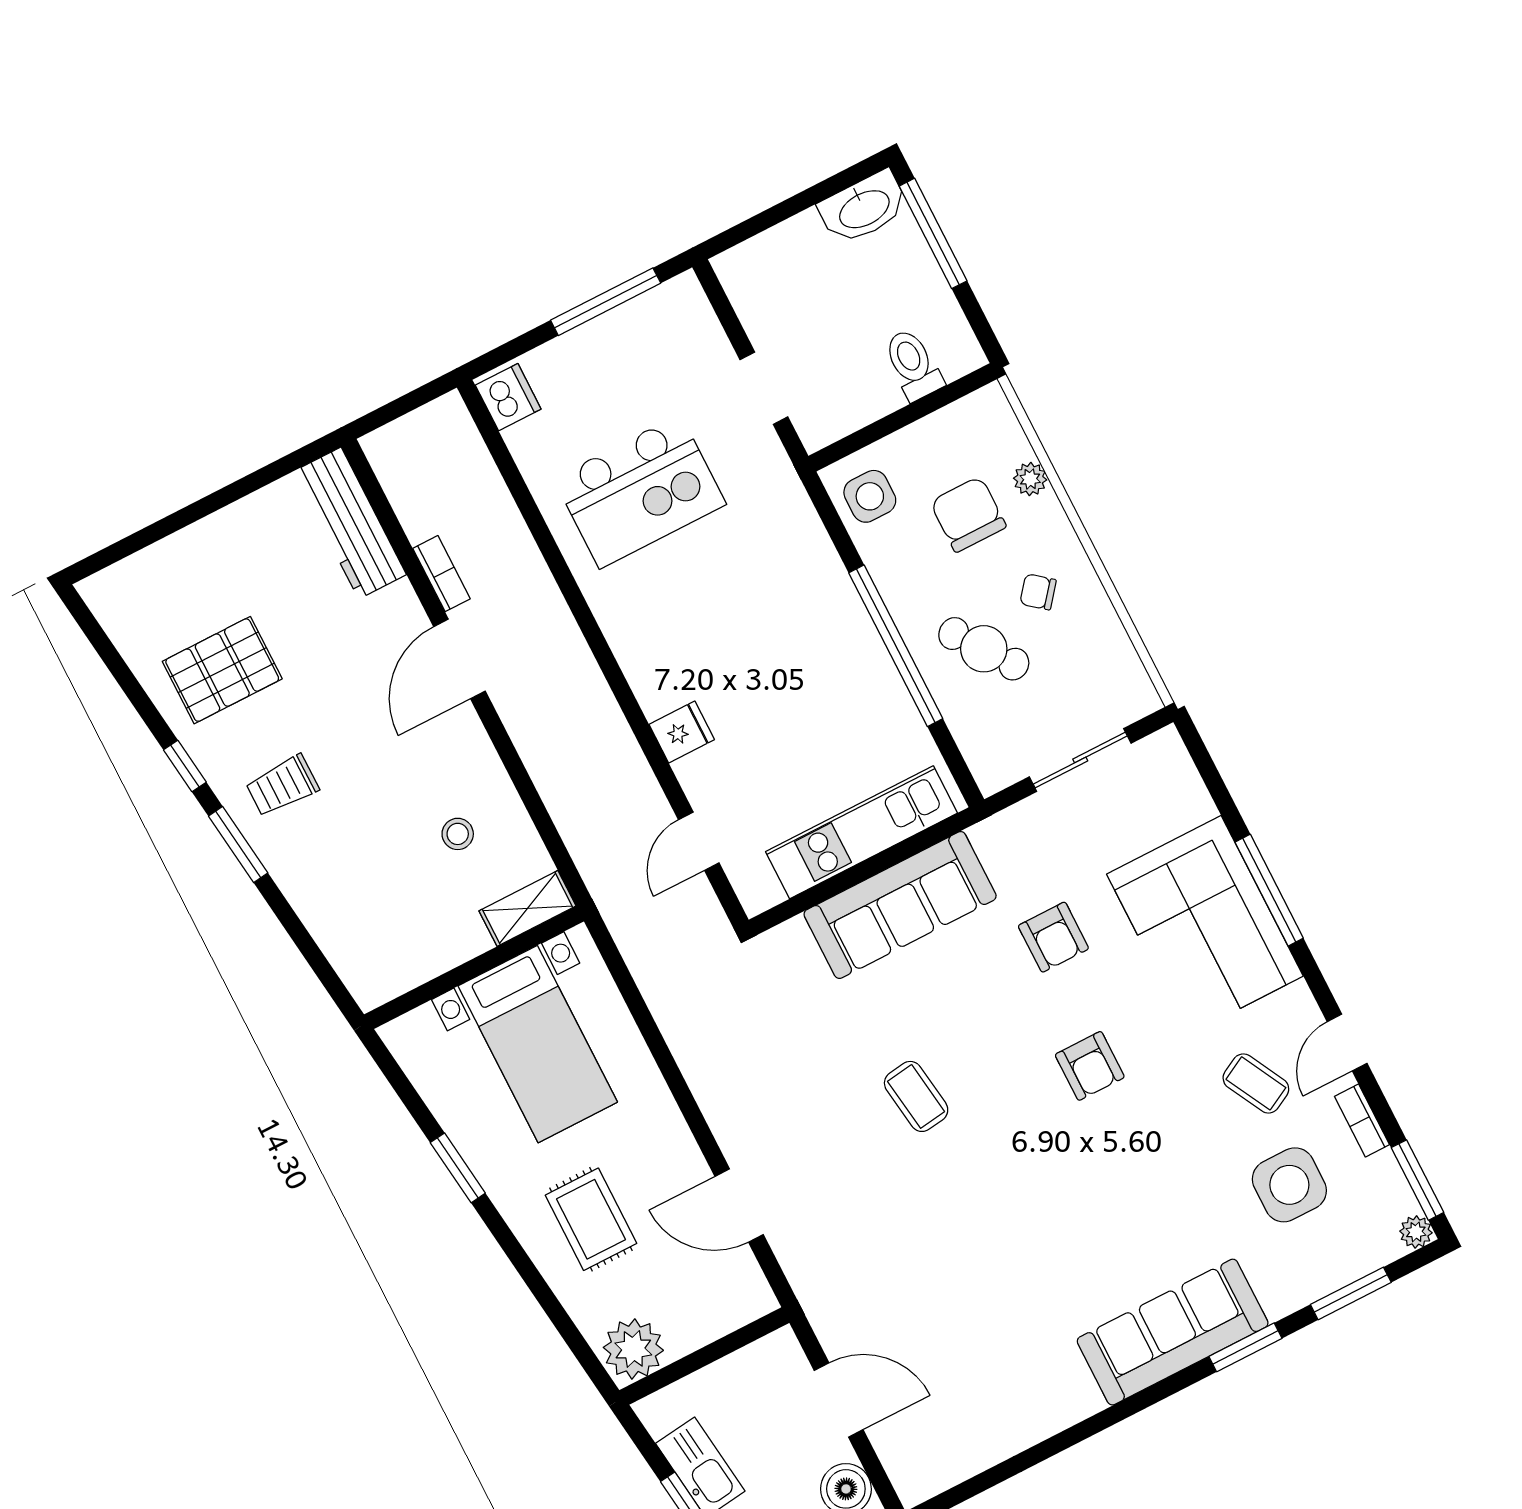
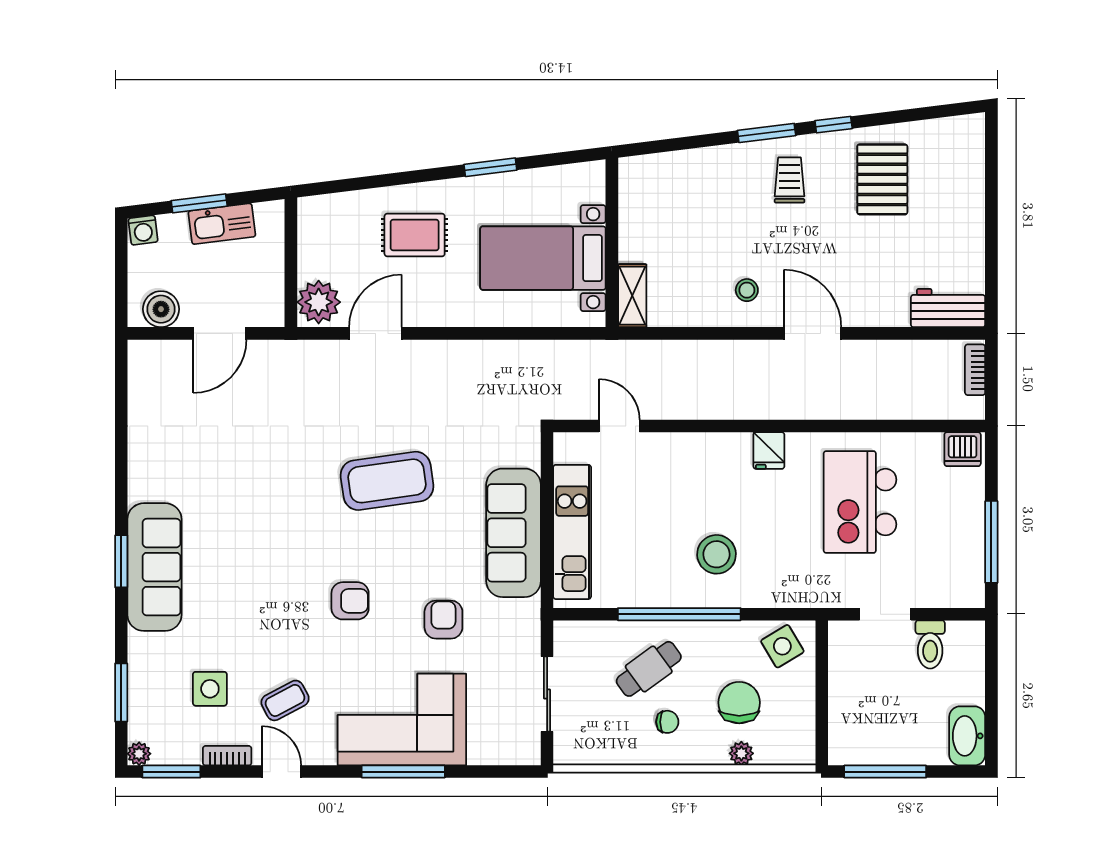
window: (933, 233) -> (885, 772), moved
toilet: (913, 365) -> (930, 644), moved, turned 90
side table: (870, 496) -> (782, 646), turned -31
chair: (968, 514) -> (739, 703), turned -90
workbench: (350, 523) -> (948, 308), width x0.73
bookcase: (441, 574) -> (975, 370), moved, turned 90
chair: (1038, 592) -> (667, 722), turned 51
stool: (797, 637) -> (716, 554), added
fridge: (682, 732) -> (769, 451), moved
stool: (458, 834) -> (747, 290), moved
armchair: (1053, 937) -> (443, 620), turned 90
armchair: (1090, 1066) -> (350, 601), turned 180
coffee table: (916, 1096) -> (387, 481), width x1.86, depth x1.72
side table: (1289, 1185) -> (210, 689), width x0.73, depth x0.73
window: (1245, 1347) -> (121, 561), moved
plant: (633, 1349) -> (319, 302), moved

